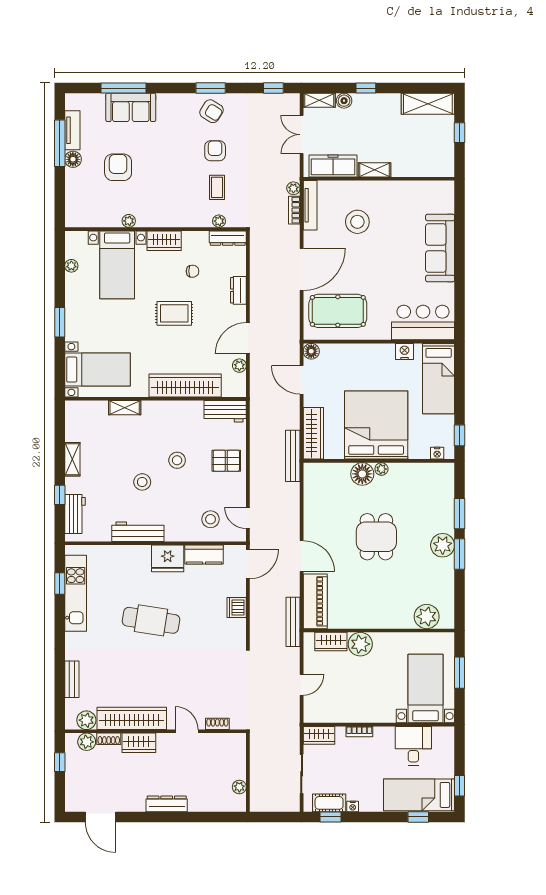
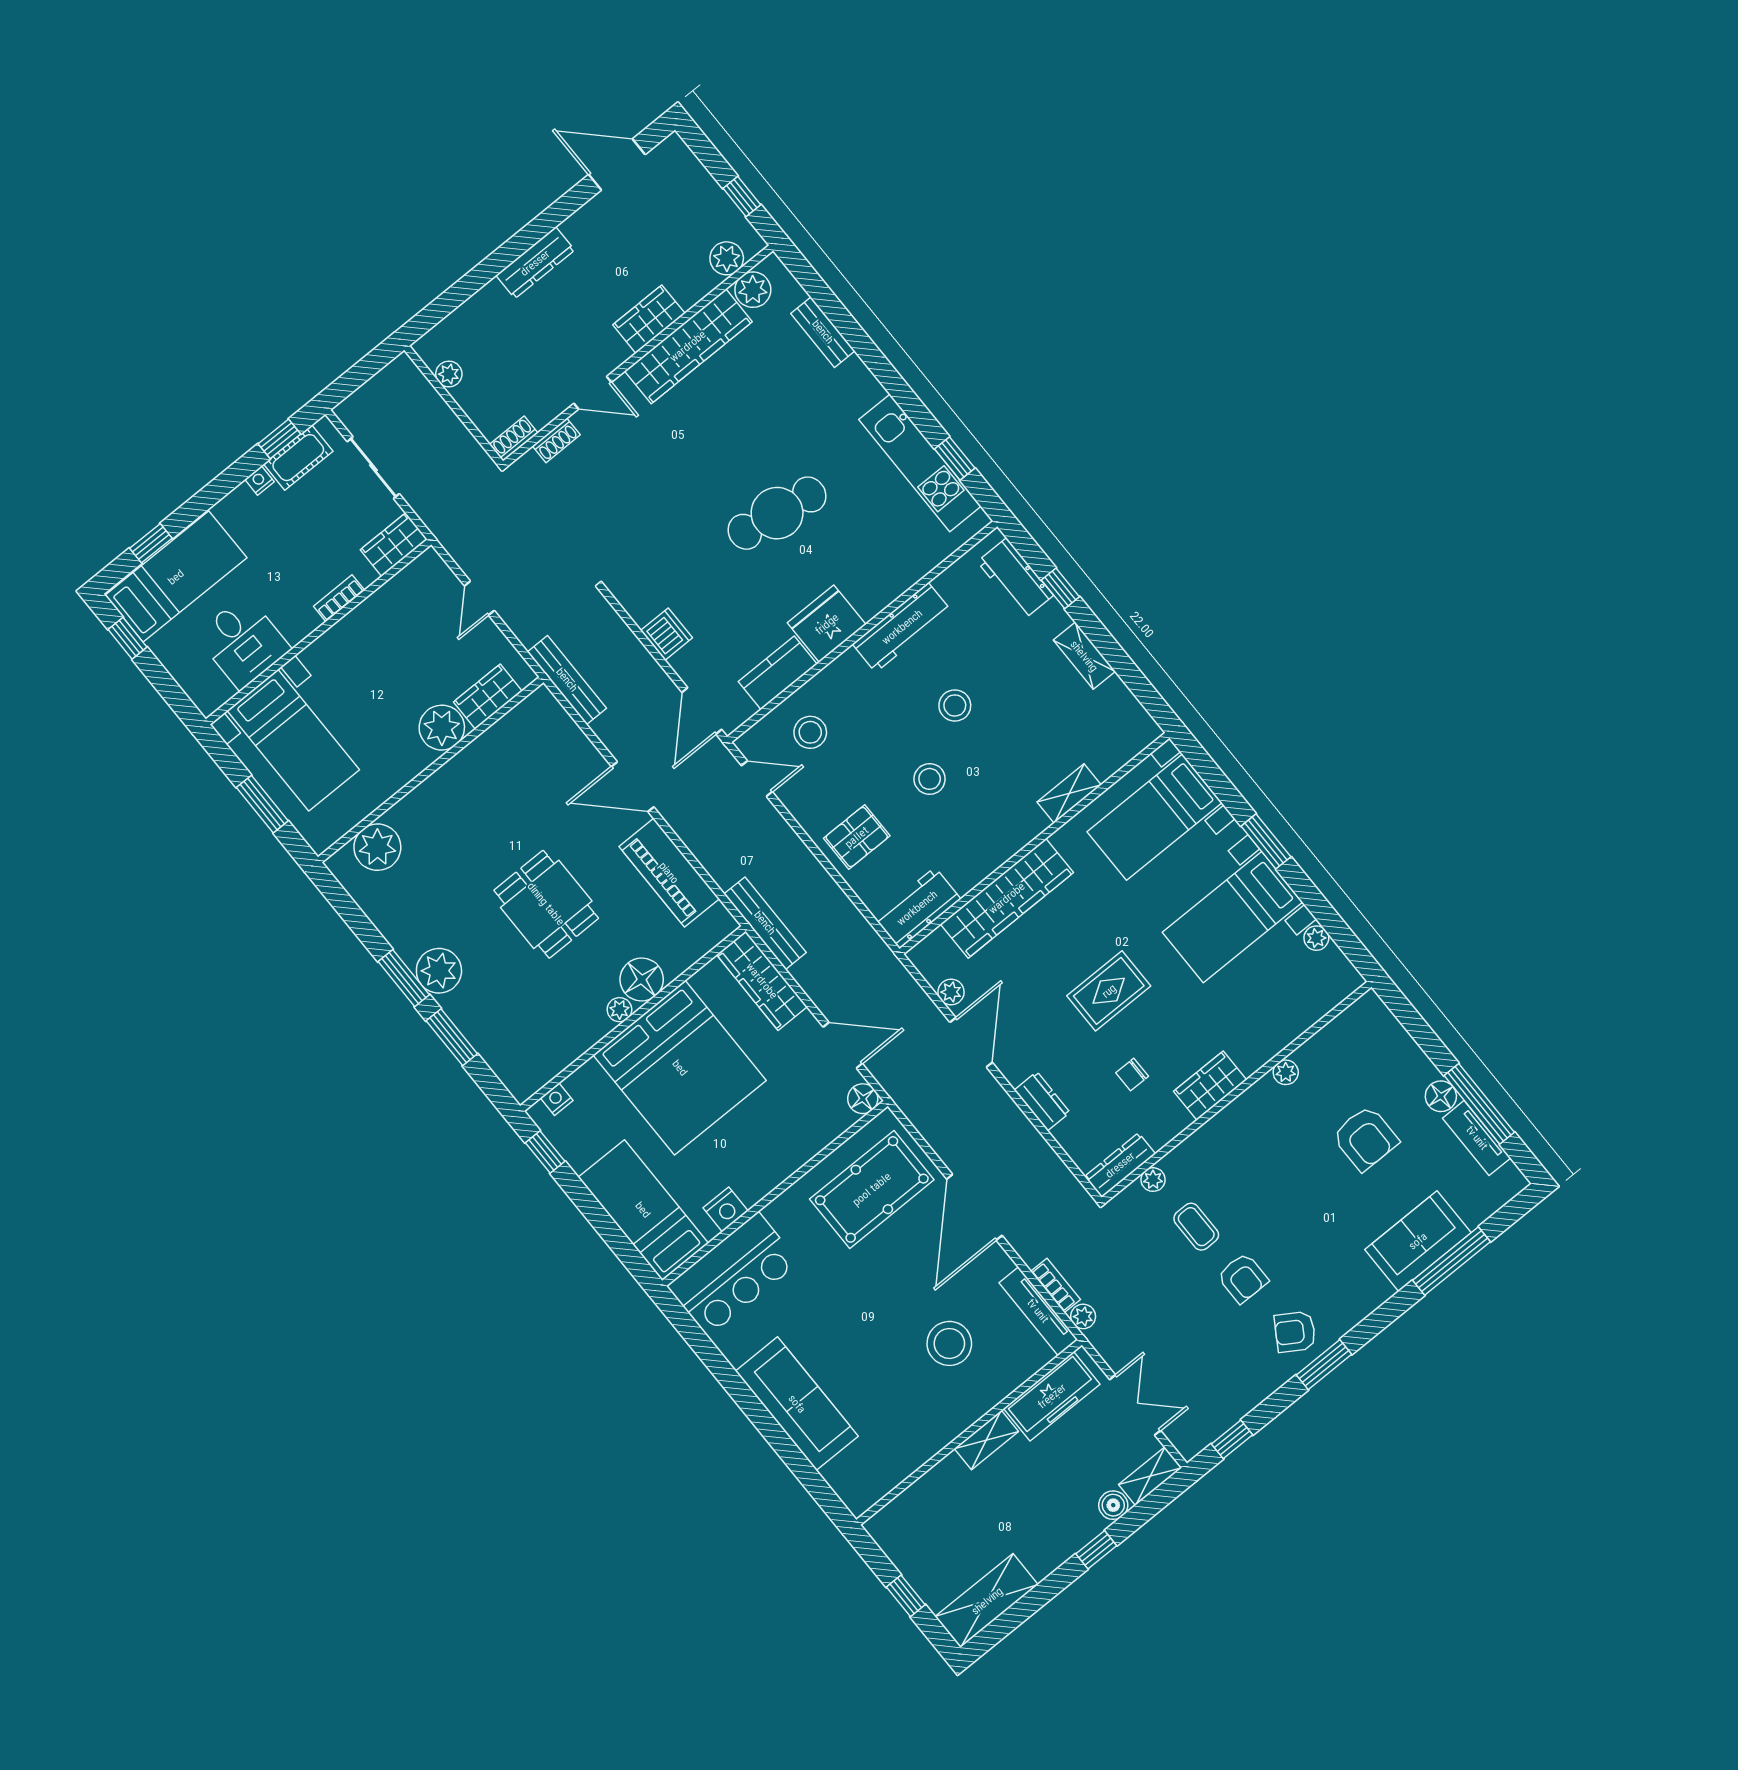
bed with nightstands: (117, 265) -> (1232, 917), moved, turned -90
piano: (315, 601) -> (669, 873), moved
shoe rack: (109, 739) -> (514, 439), moved

